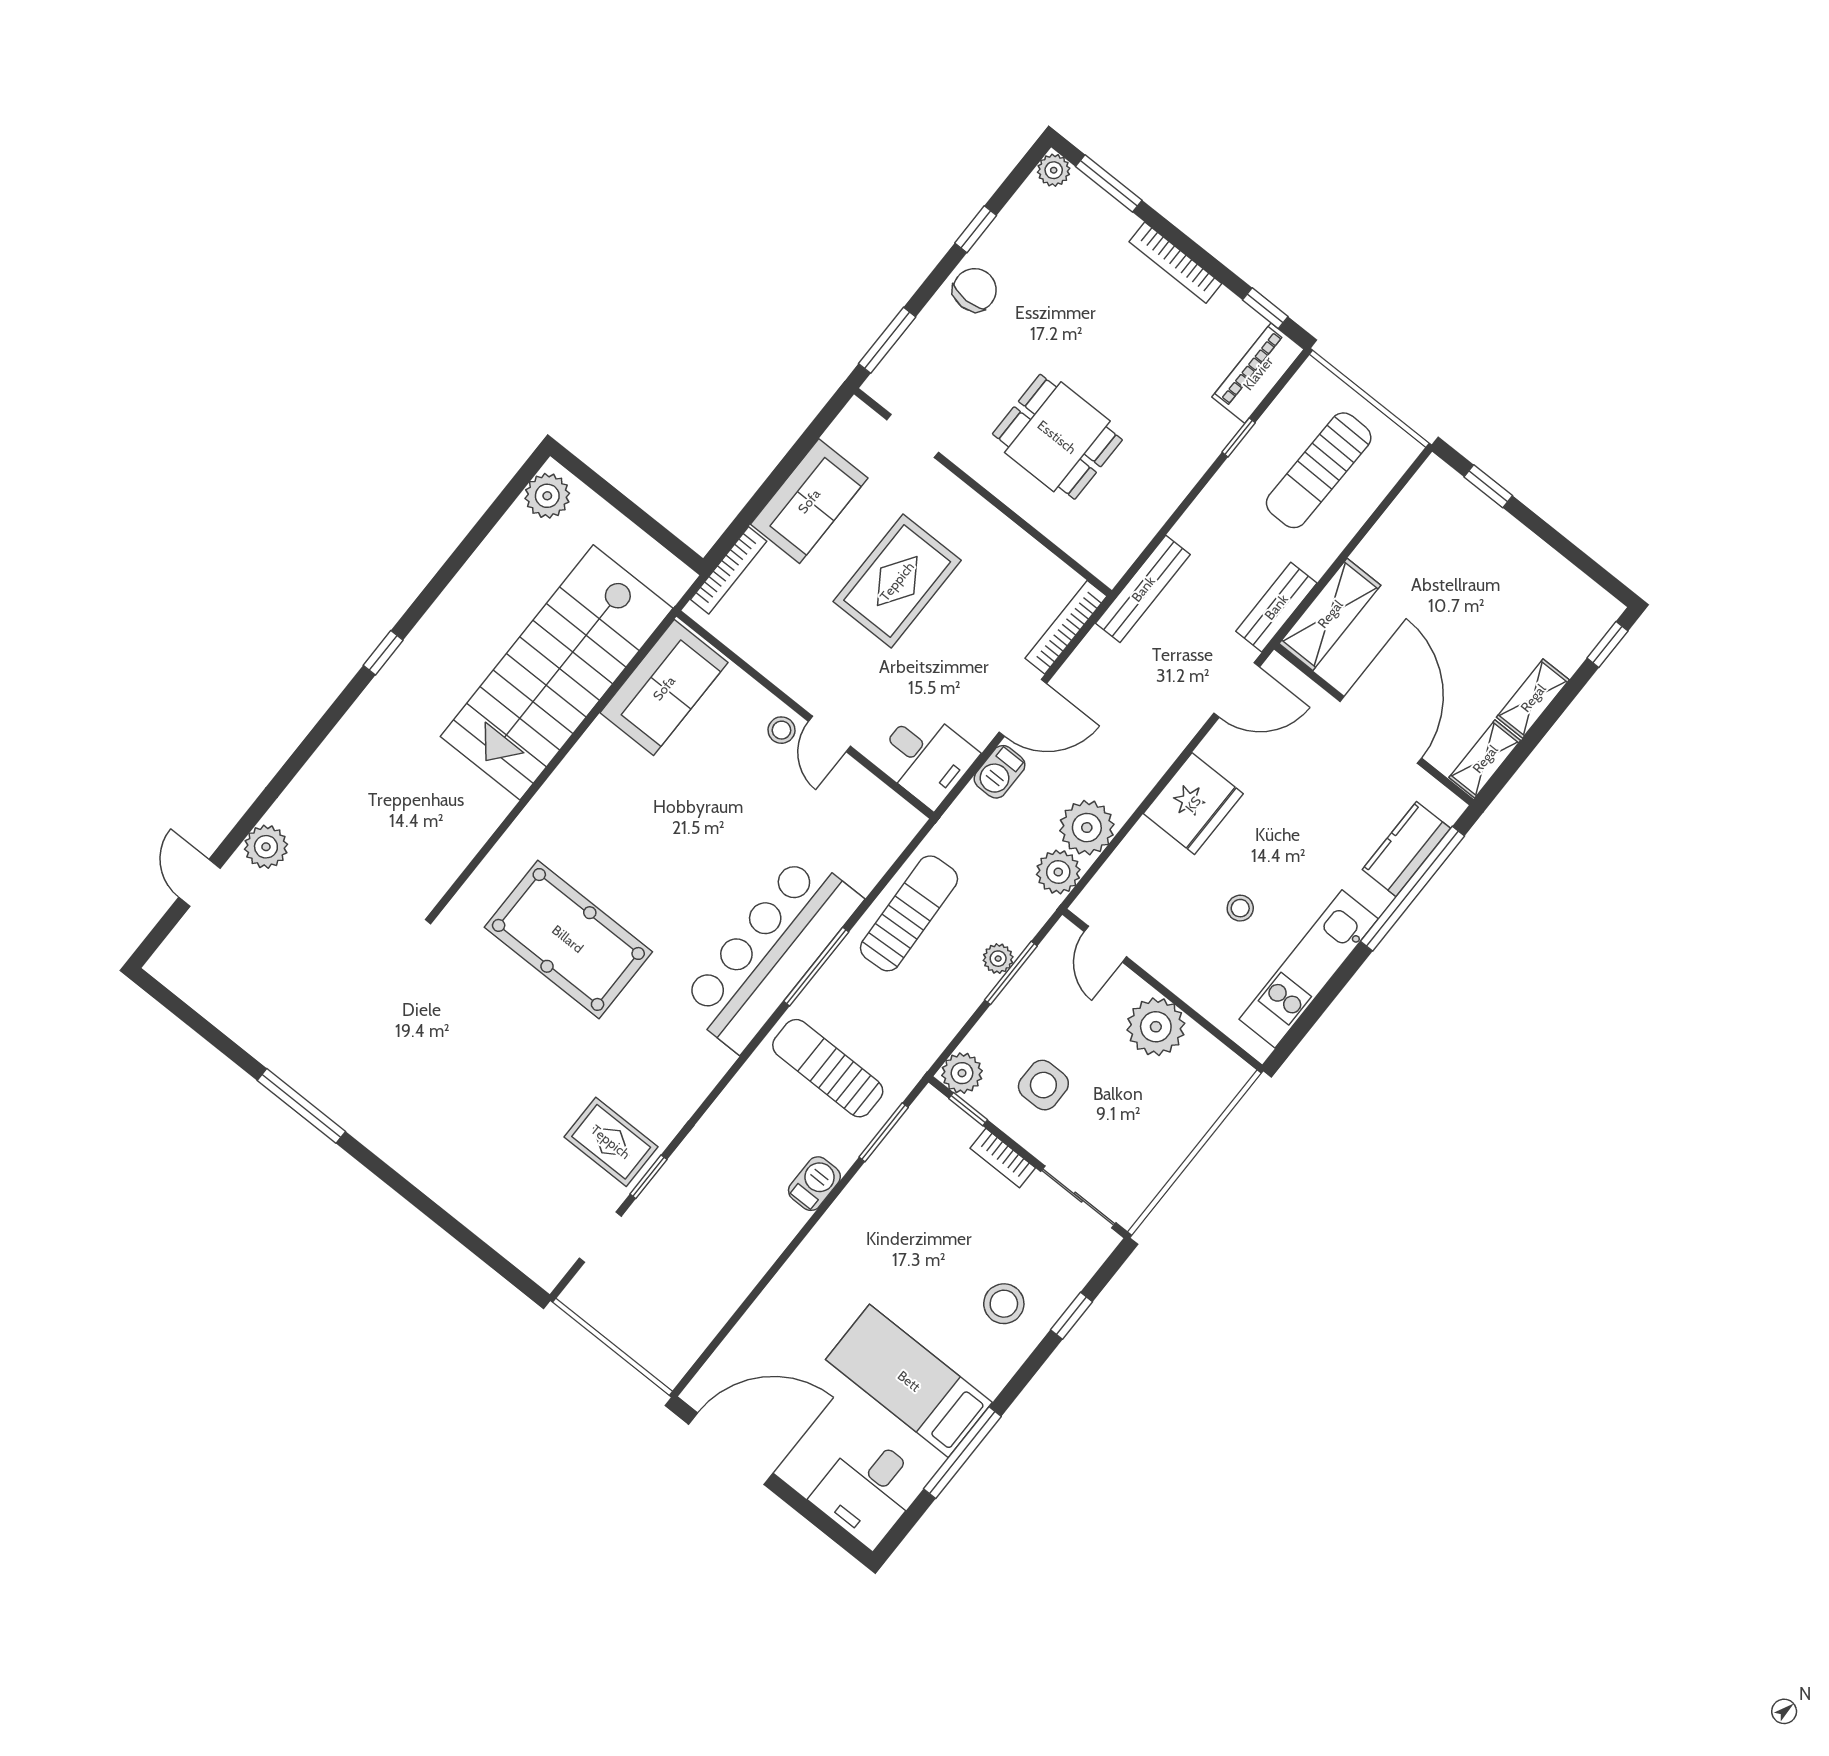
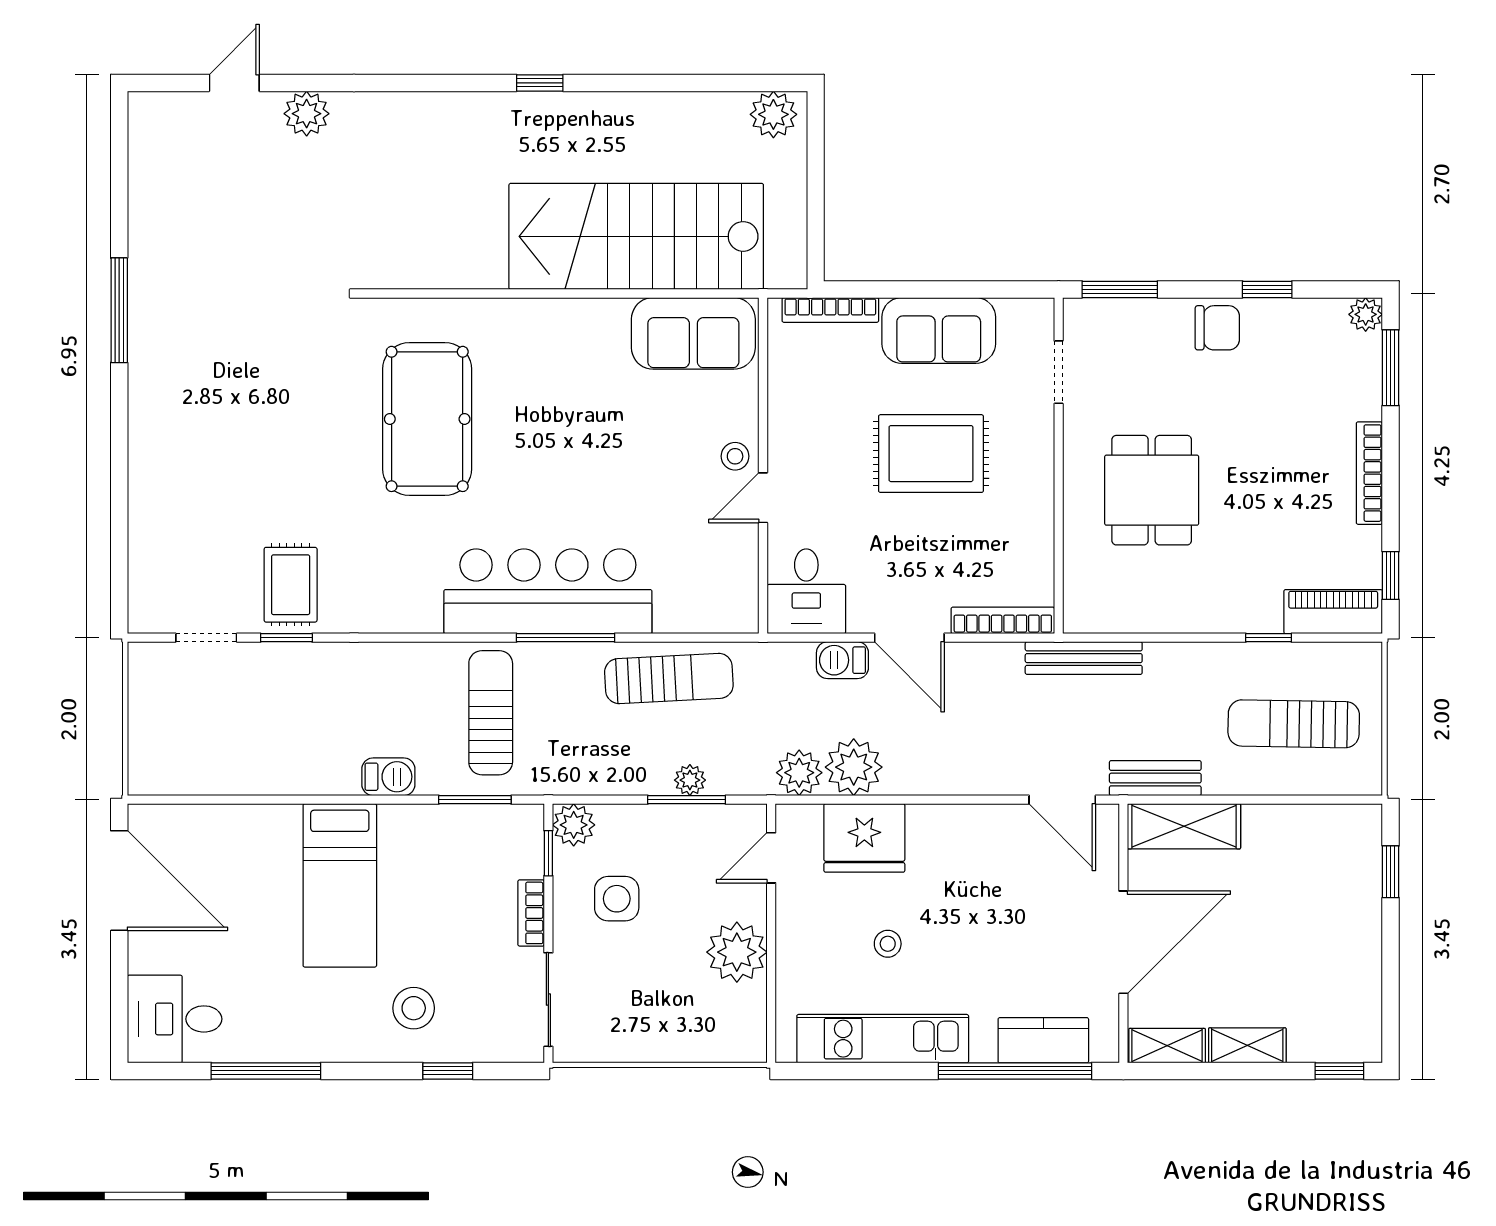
fridge: (1193, 804) -> (864, 838), moved
bed: (909, 1381) -> (340, 885), moved, turned 180

